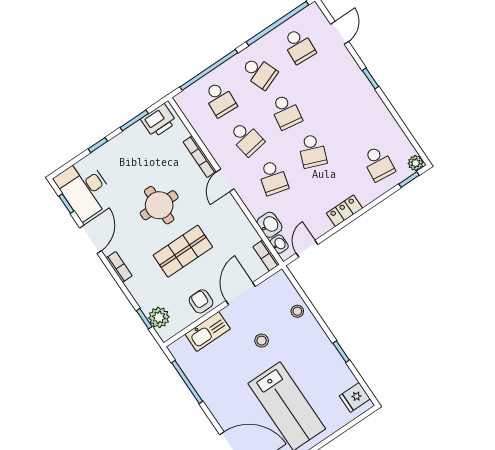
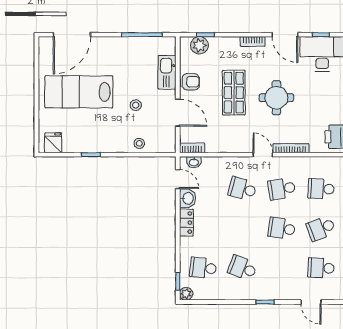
school desk: (312, 151) -> (242, 268), moved
washbasin: (270, 225) -> (188, 198), moved, turned -90

